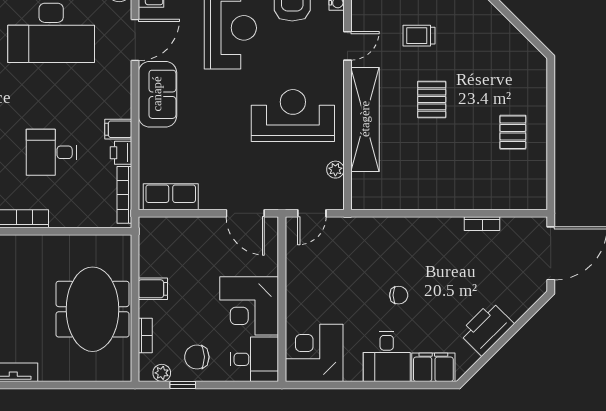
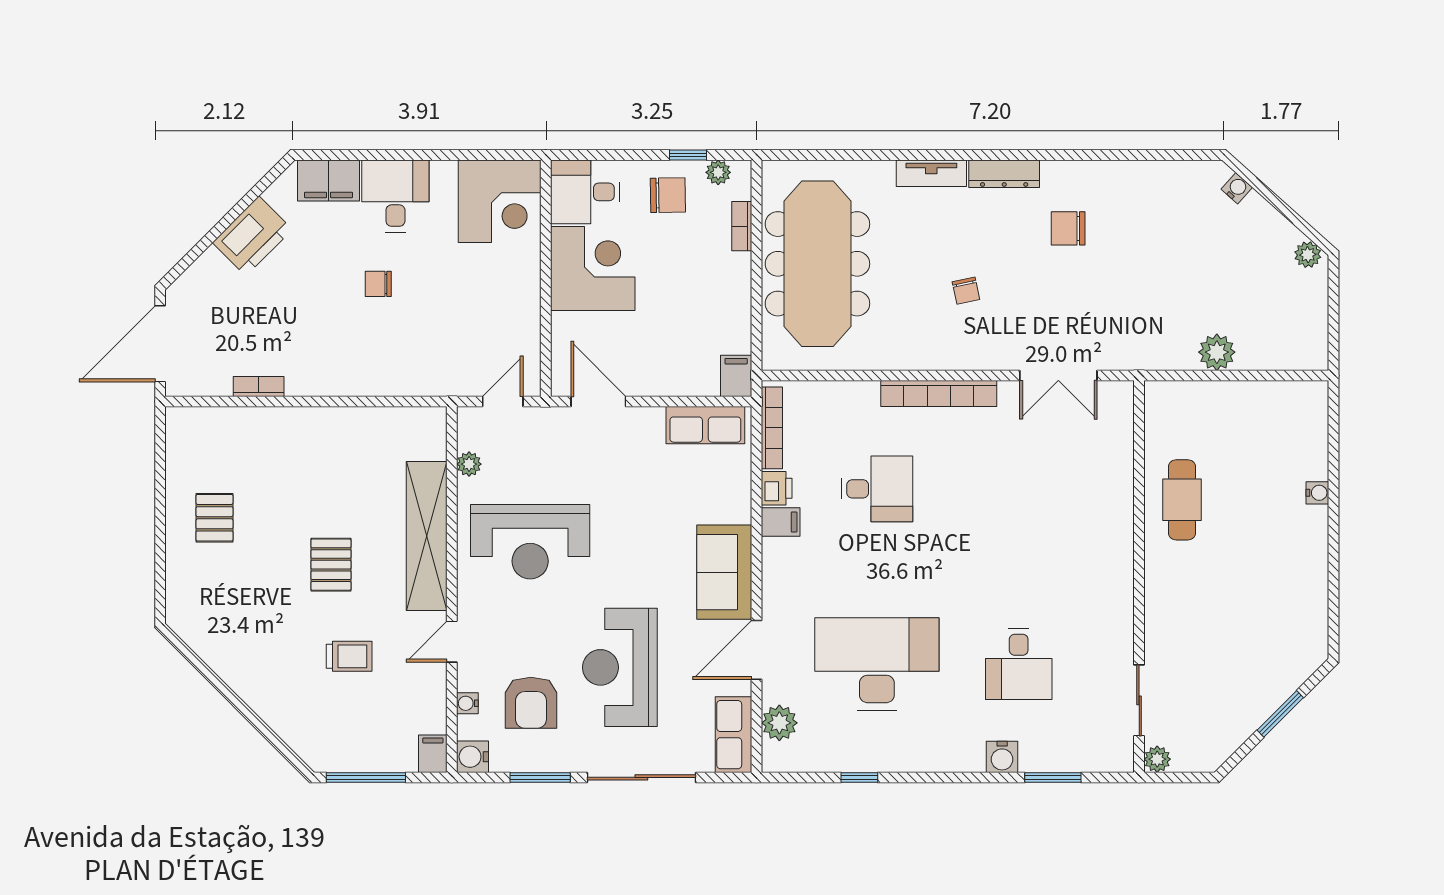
filing cabinet: (153, 289) -> (736, 376), moved, turned 90
meeting table: (93, 309) -> (817, 264), width x1.36

